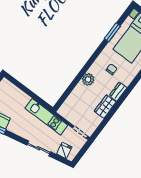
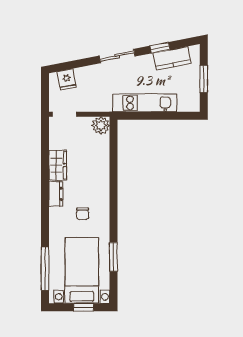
plant: (88, 79) -> (101, 125), moved
kitchen unit: (46, 117) -> (145, 103), moved
sliding door: (39, 148) -> (117, 56), moved

